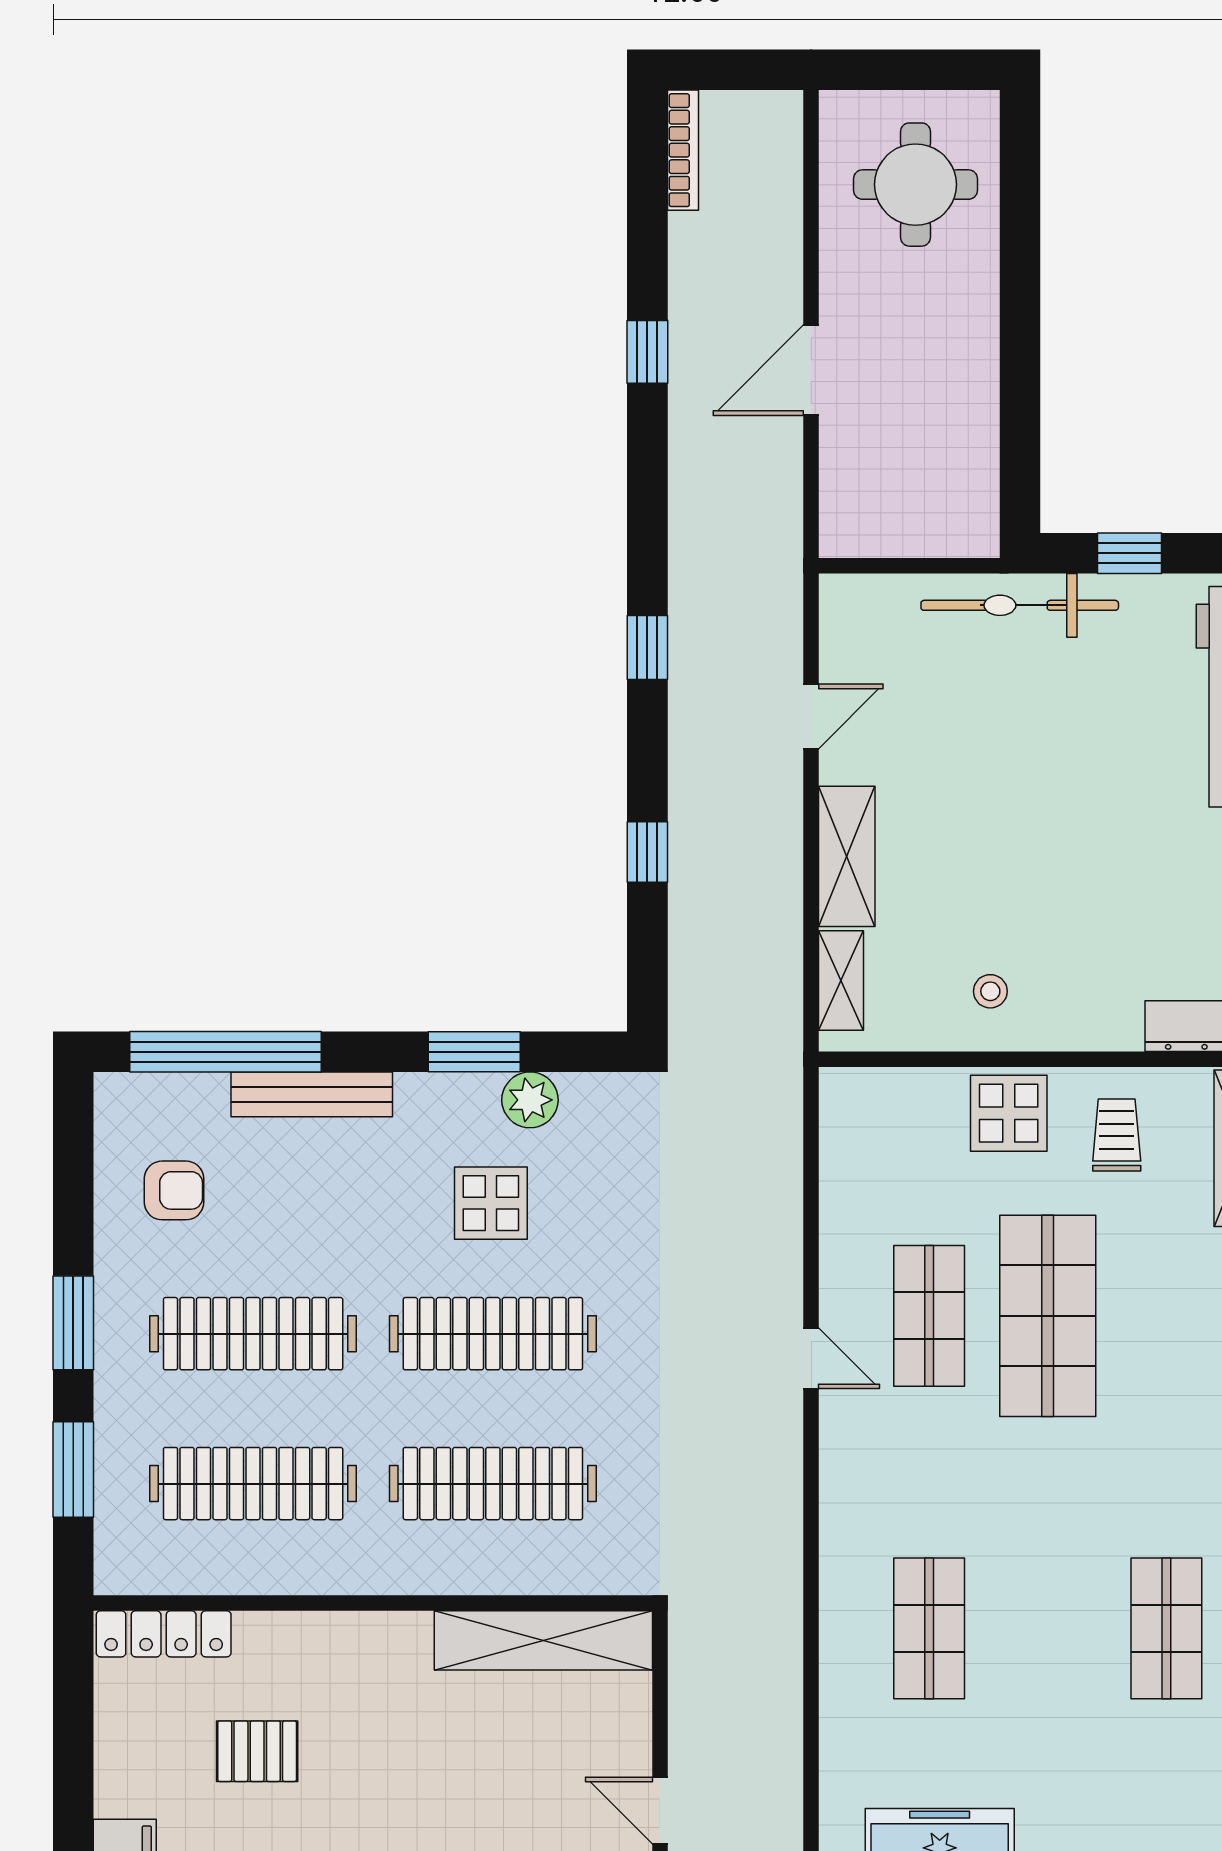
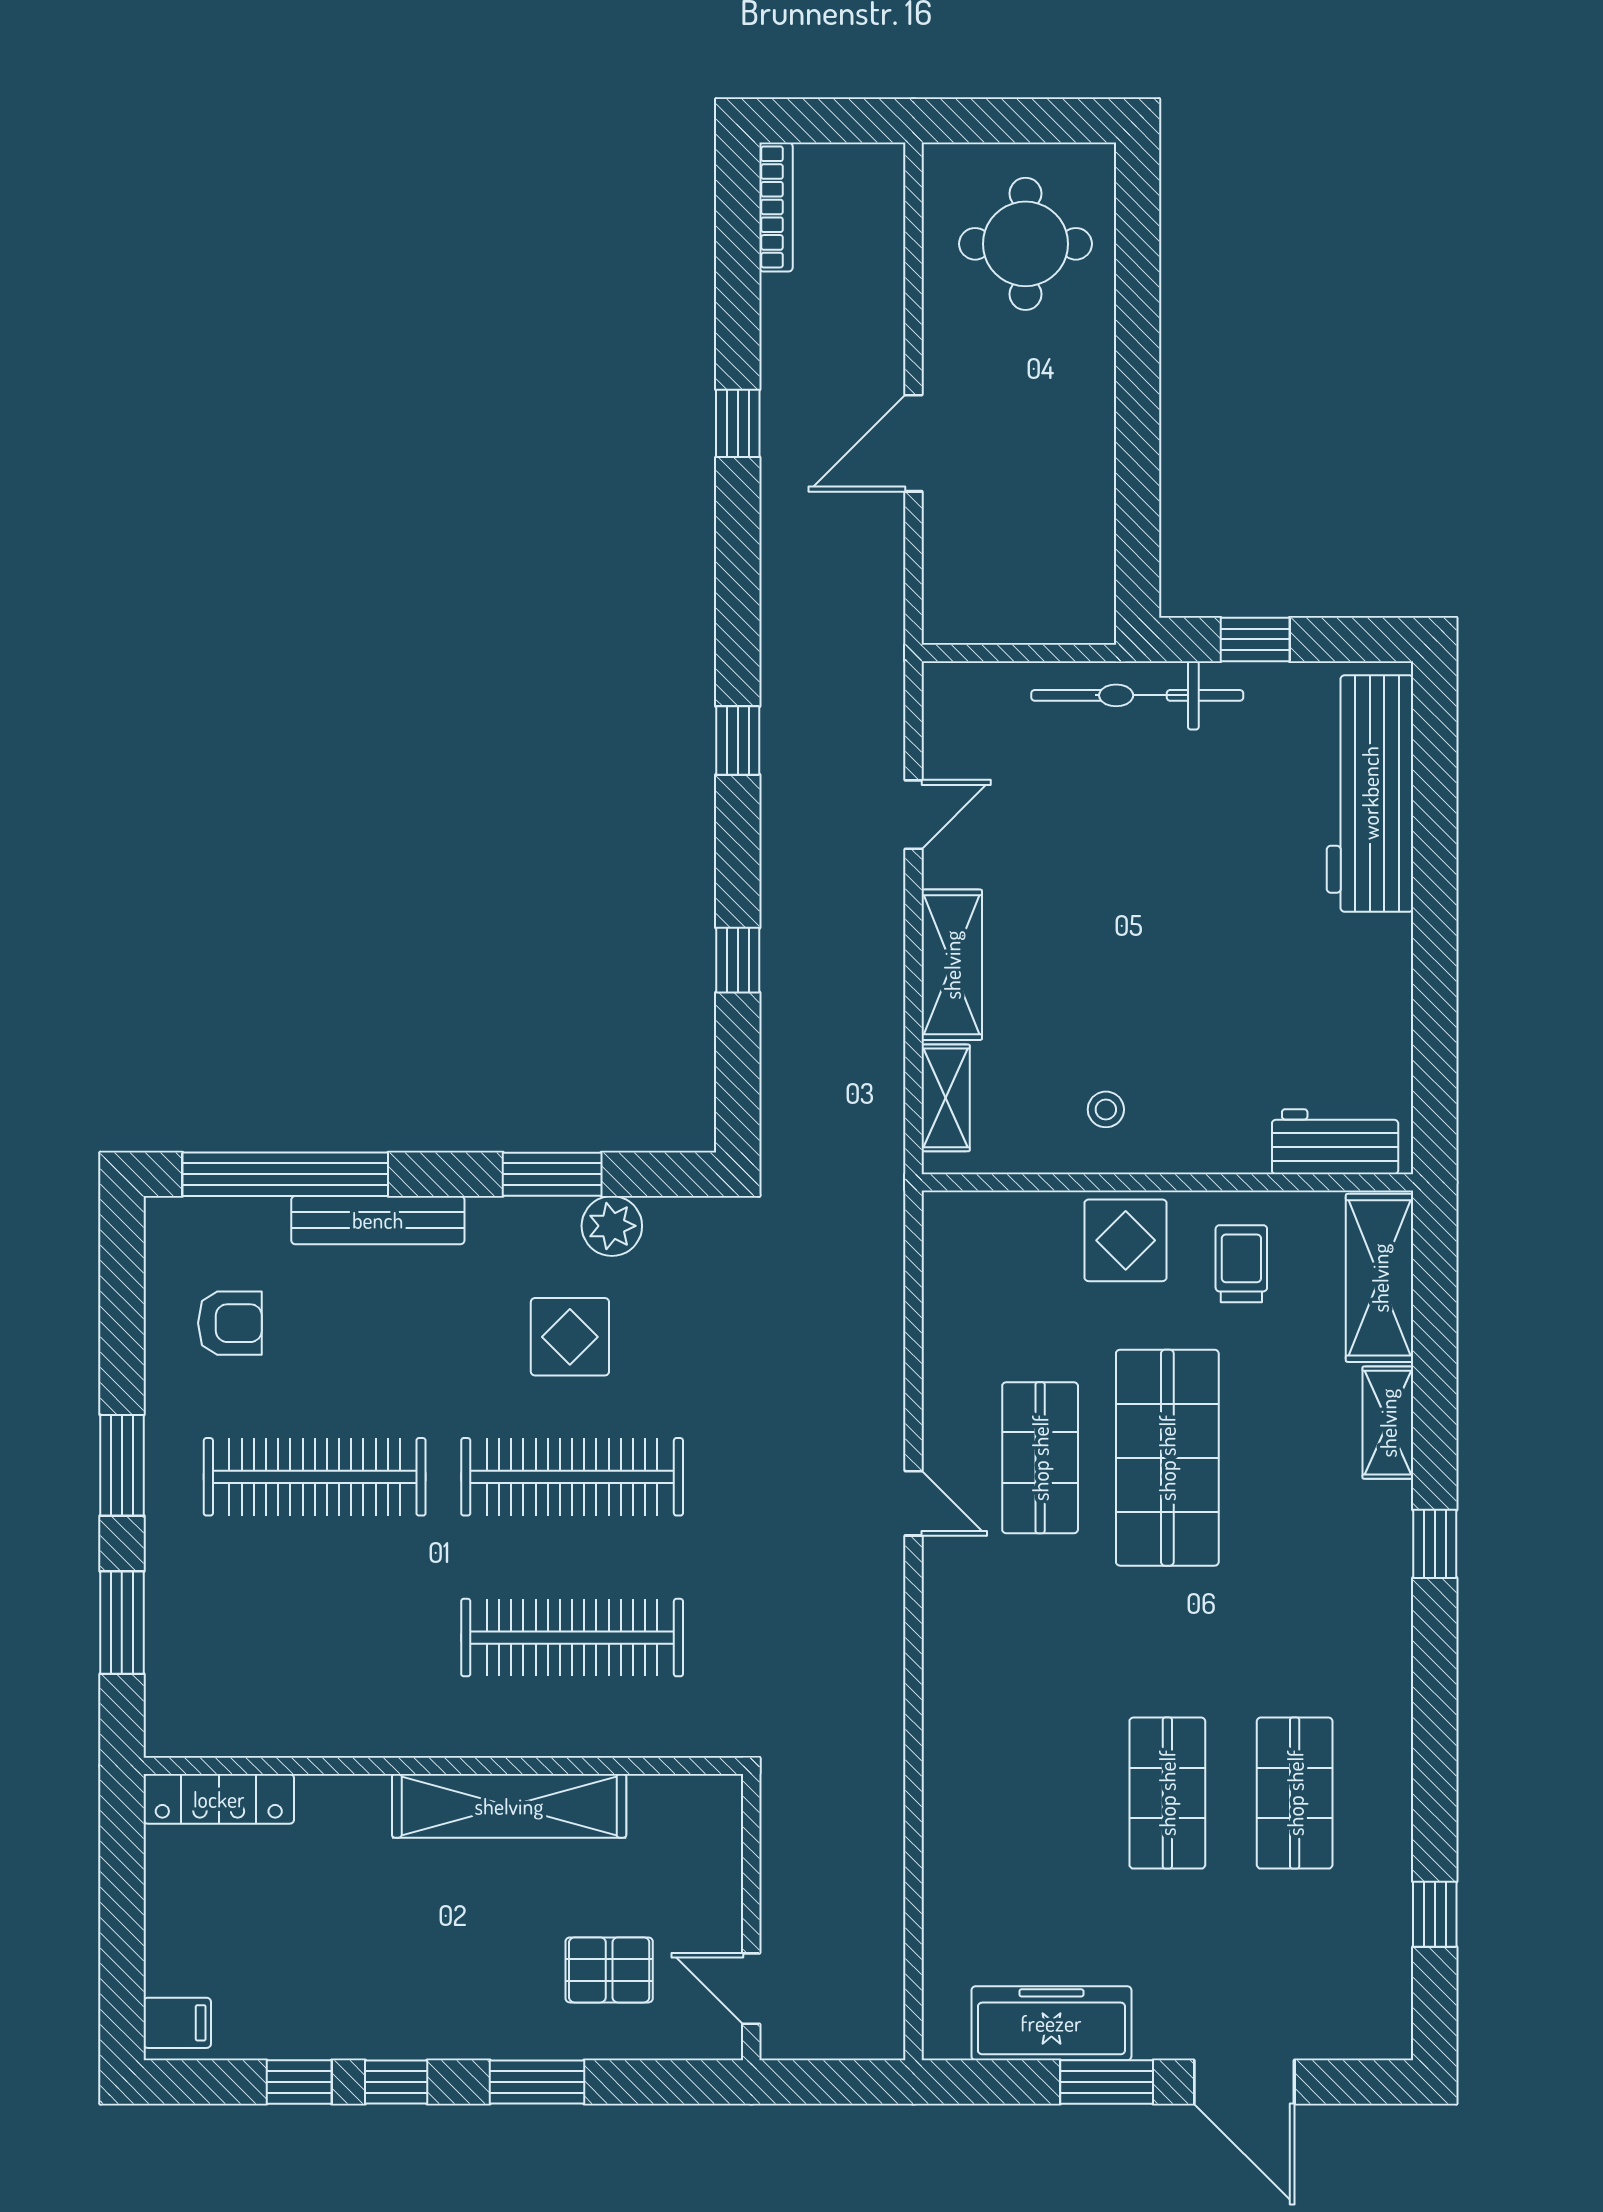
clothes rail: (253, 1484) -> (315, 1638), removed
shop shelf: (929, 1628) -> (1167, 1793), moved
shelving: (543, 1640) -> (509, 1806), moved
pallet: (257, 1751) -> (609, 1970), moved

